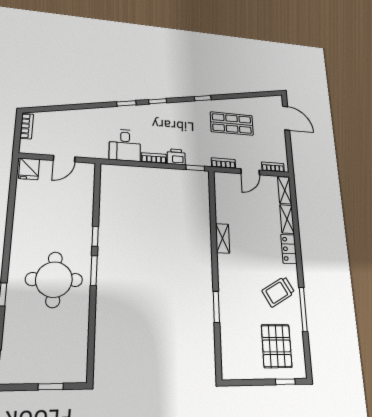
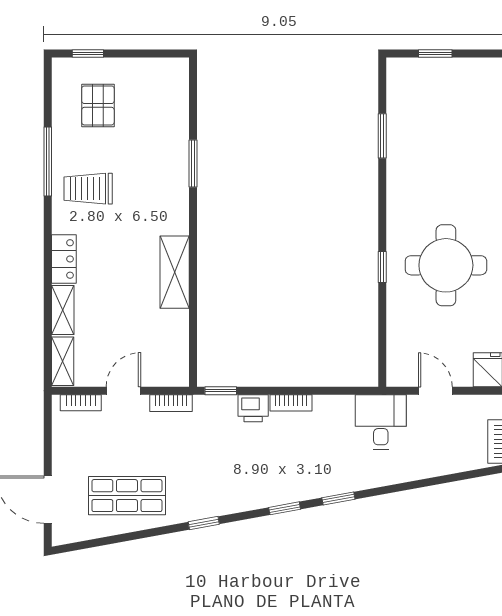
shop shelf: (232, 124) -> (127, 496), moved
desk: (125, 145) -> (381, 422), moved
door: (64, 159) -> (435, 391), hinge flipped
shelving: (223, 238) -> (175, 272), width x1.50, depth x1.33
window: (94, 270) -> (382, 136), moved
round table: (54, 280) -> (446, 265), moved
trolley: (278, 292) -> (88, 189), turned -150
pallet: (277, 346) -> (98, 105), width x0.67, depth x0.71

